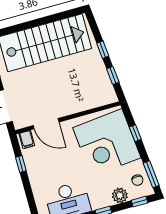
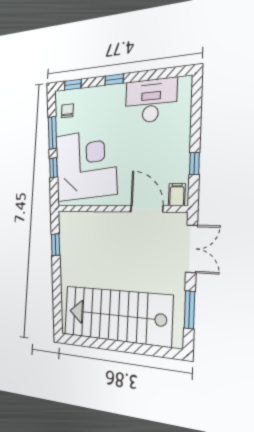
window: (103, 50) -> (57, 280), removed
window: (151, 174) -> (52, 133), moved
plant: (120, 195) -> (91, 96), removed

